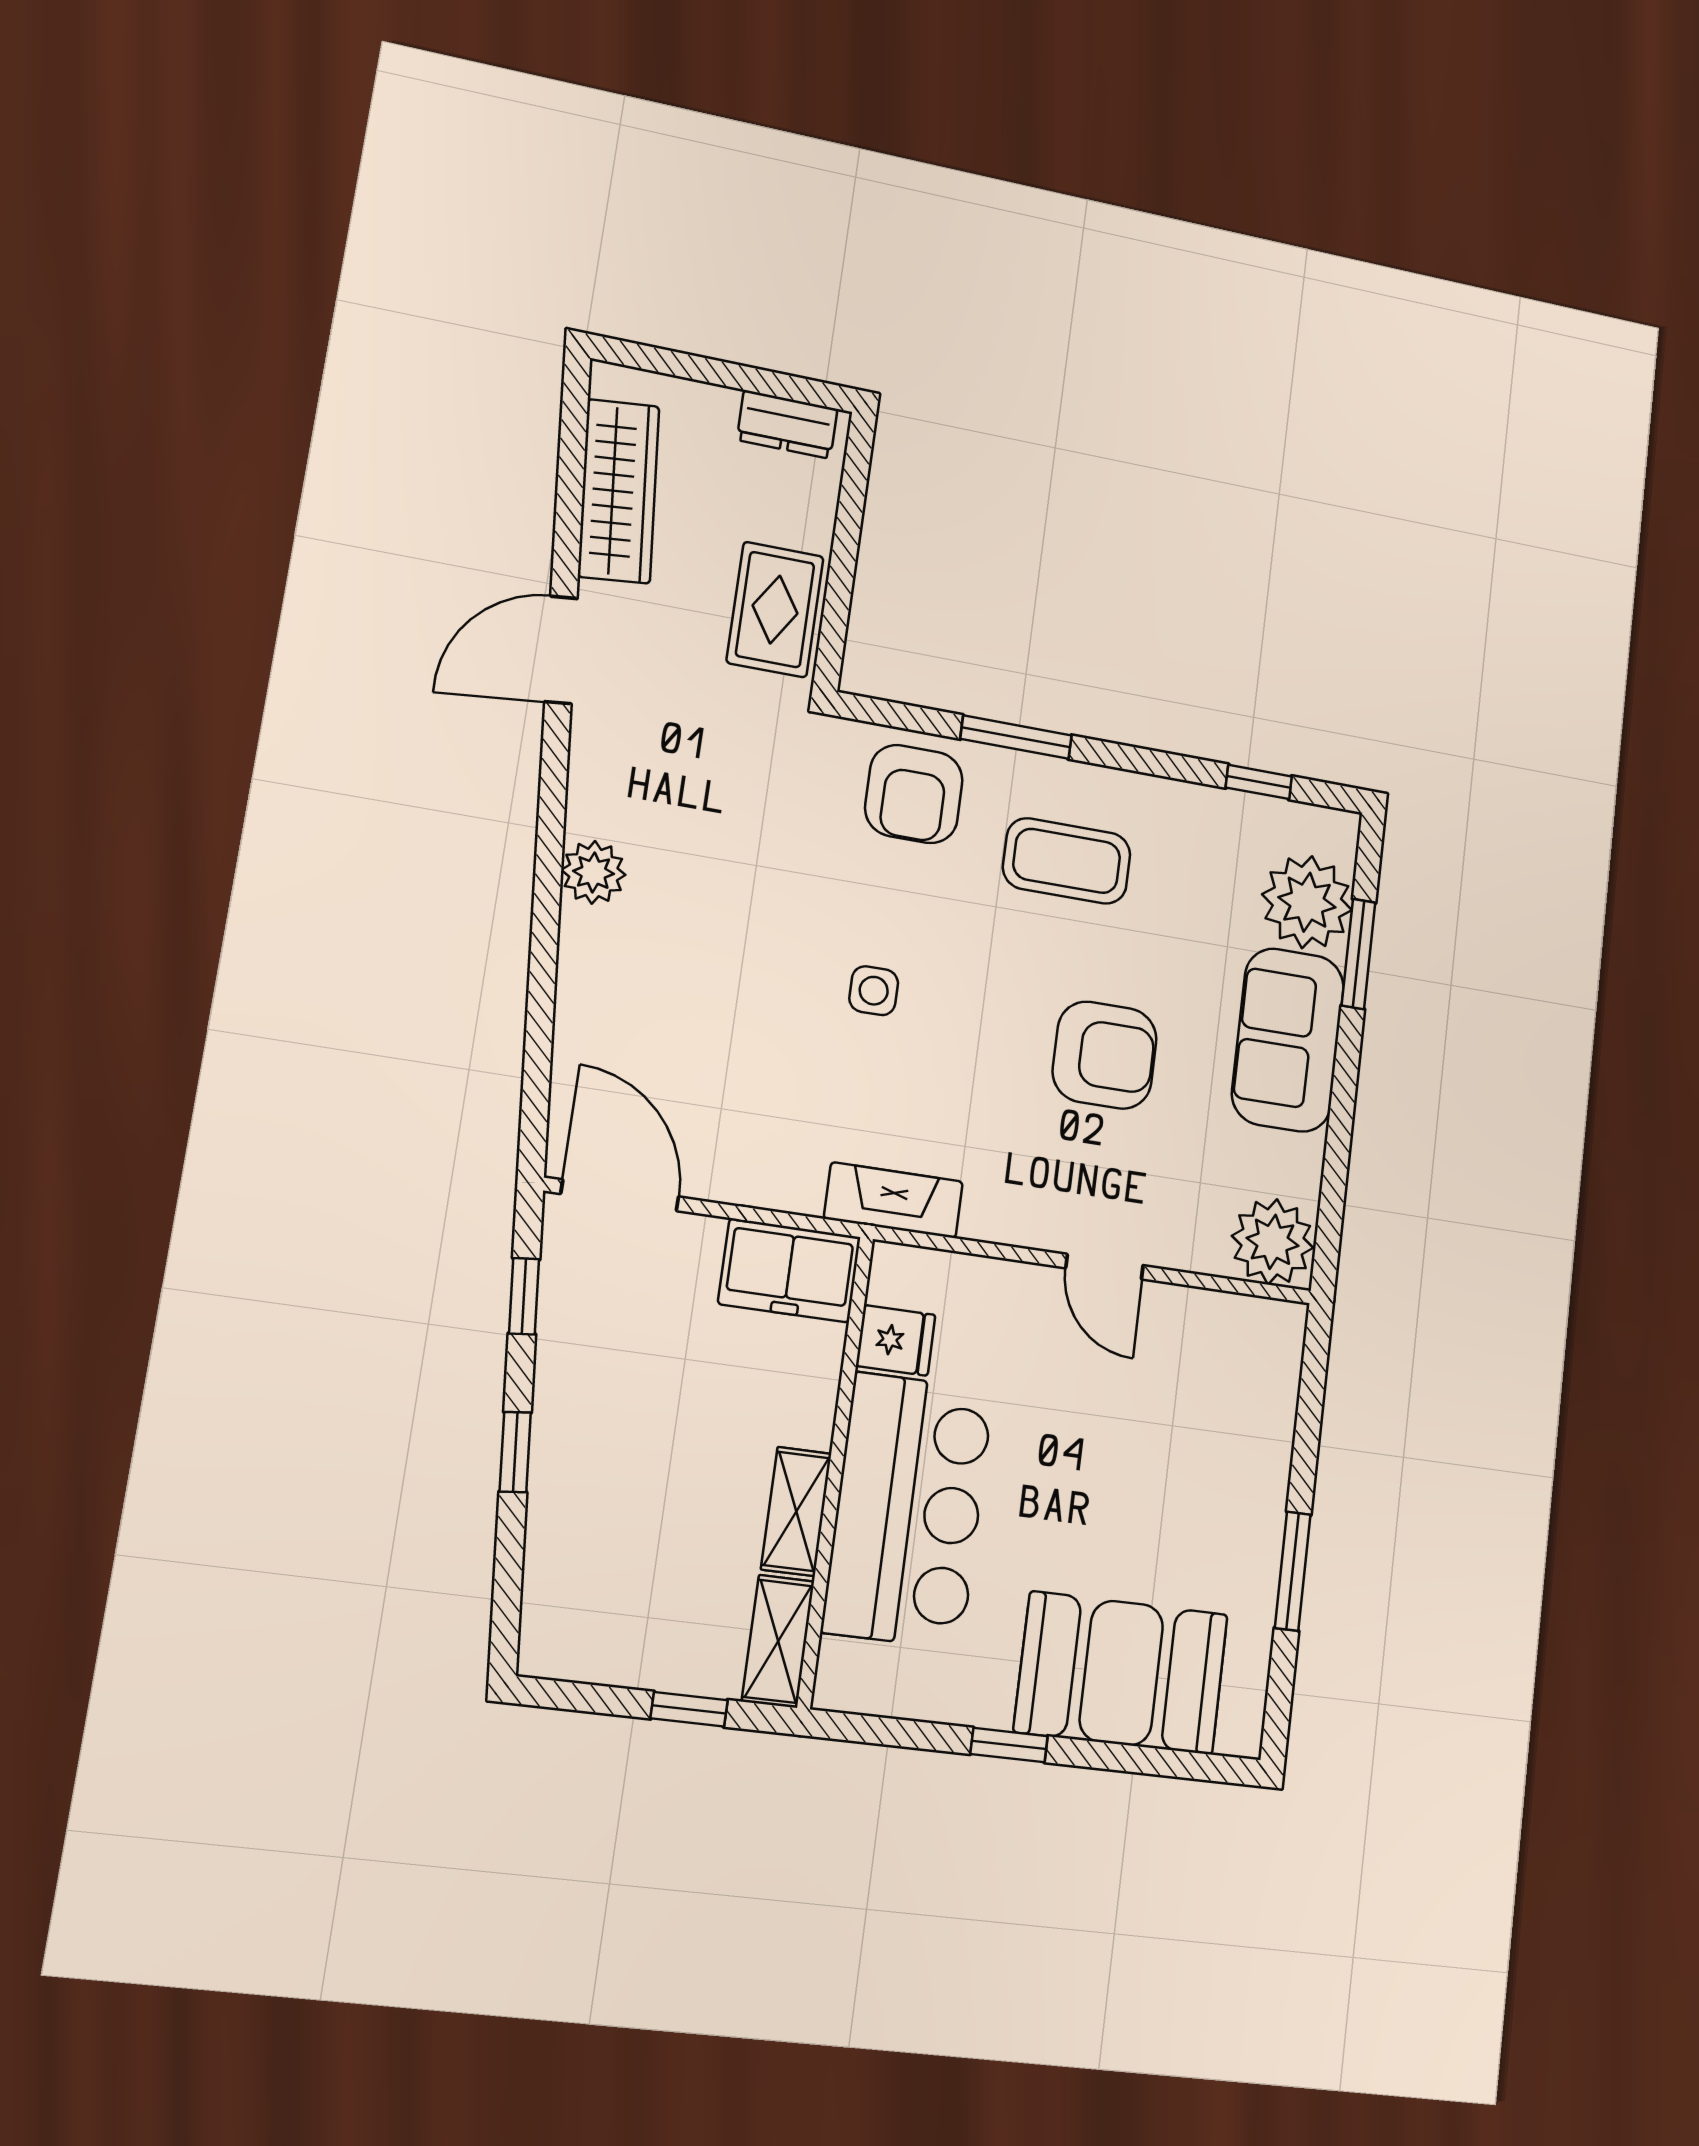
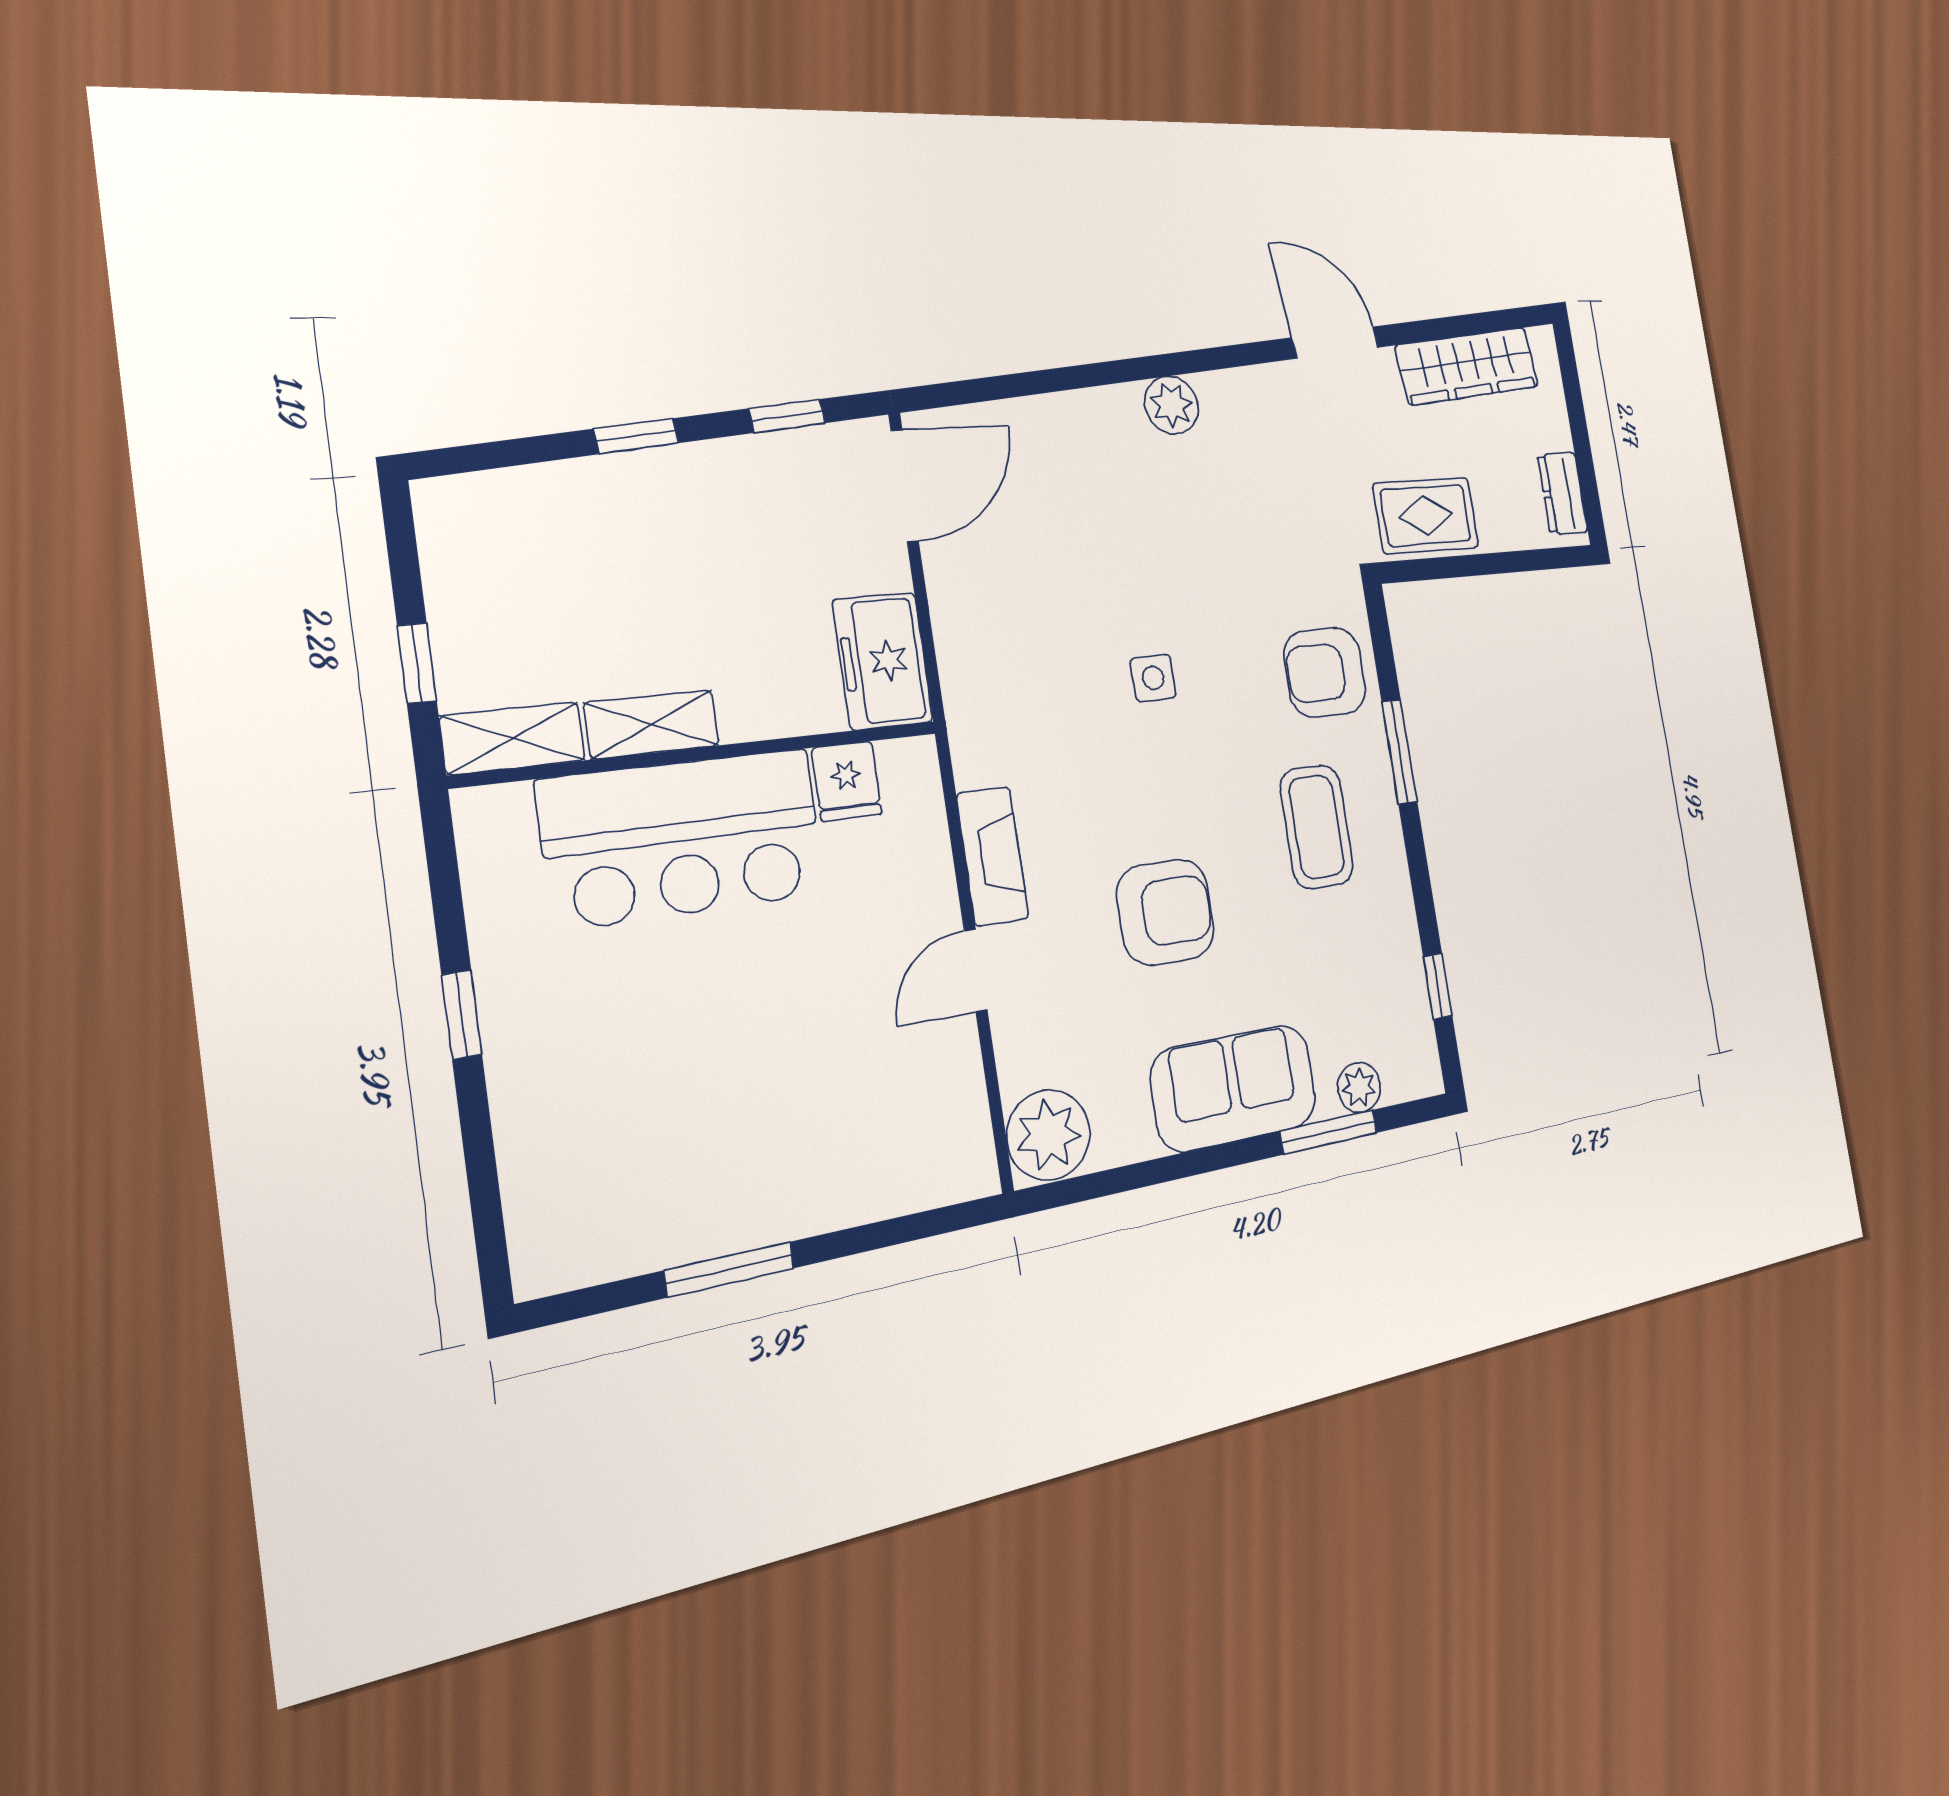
plant: (1307, 902) -> (1359, 1088), width x0.53, depth x0.53
armchair: (1105, 1055) -> (1166, 912), turned -90
fireplace: (894, 1200) -> (993, 856), moved
booth: (1121, 1673) -> (572, 1115), removed

